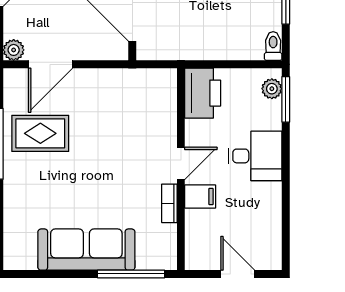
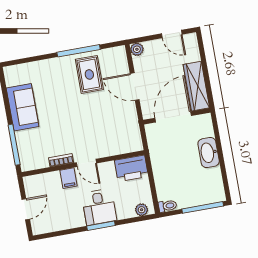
door: (51, 64) -> (135, 87), moved
window: (286, 99) -> (101, 226), moved
sofa: (86, 250) -> (23, 107), width x0.73

